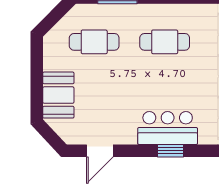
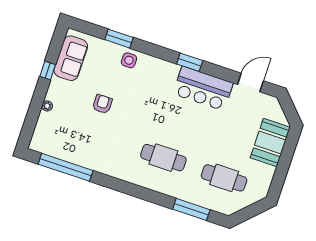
bar counter: (168, 128) -> (203, 88), moved

